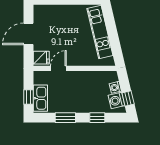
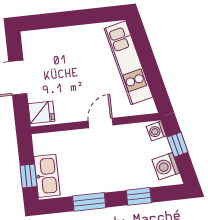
door: (58, 68) -> (101, 123), moved
washing machine: (115, 87) -> (156, 131), moved
window: (128, 99) -> (178, 145), moved

